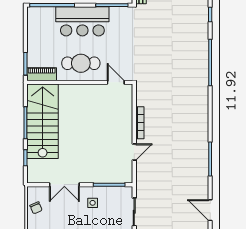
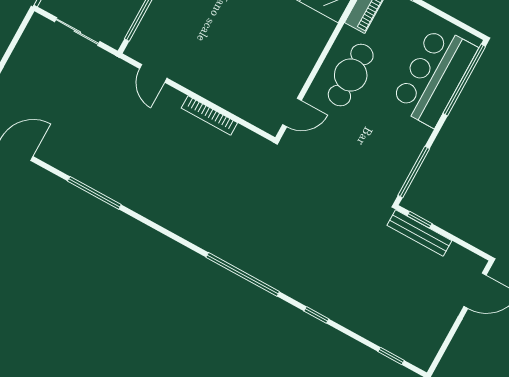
bar counter: (82, 21) -> (434, 76), moved
door: (134, 152) -> (153, 73), moved

